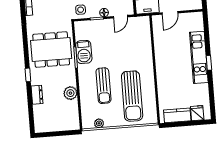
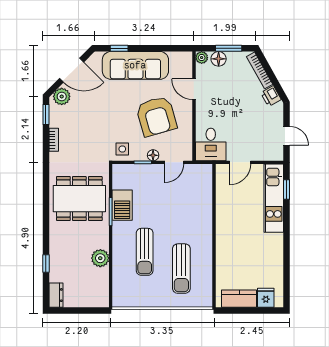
kitchen unit: (199, 57) -> (274, 198), moved
window: (209, 63) -> (286, 190), moved
window: (28, 75) -> (46, 263), moved
dresser: (37, 95) -> (56, 295), moved
sun lounger: (132, 96) -> (181, 269), width x0.73, depth x0.75
plant: (99, 123) -> (135, 301), removed

